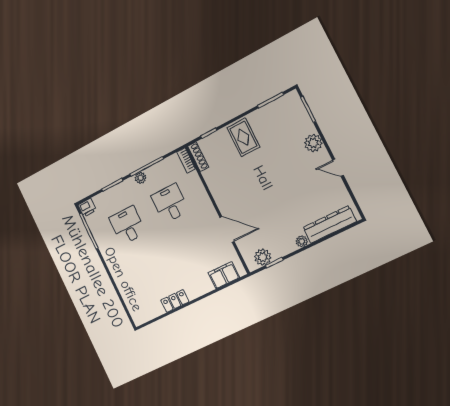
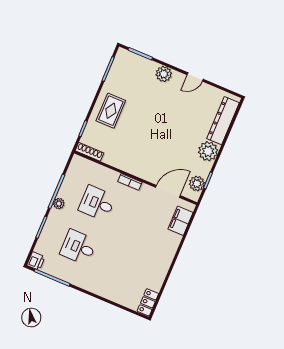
rug: (243, 137) -> (111, 111), turned 90
bookcase: (186, 160) -> (130, 182), moved
door: (227, 229) -> (168, 191), moved
plant: (302, 241) -> (208, 151), width x1.88, depth x1.88
locker: (175, 301) -> (148, 302), moved

